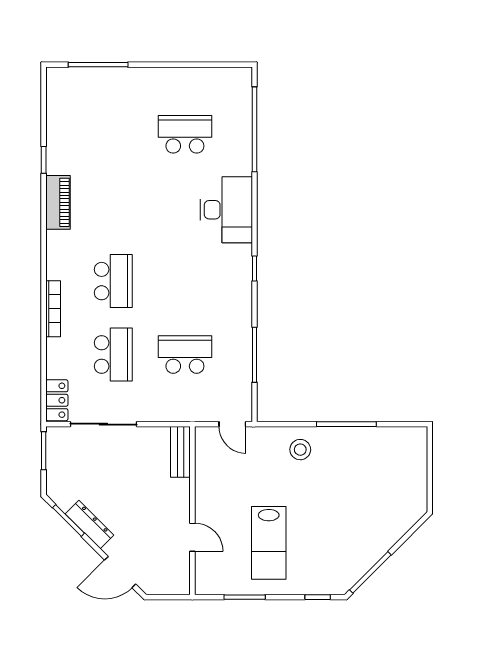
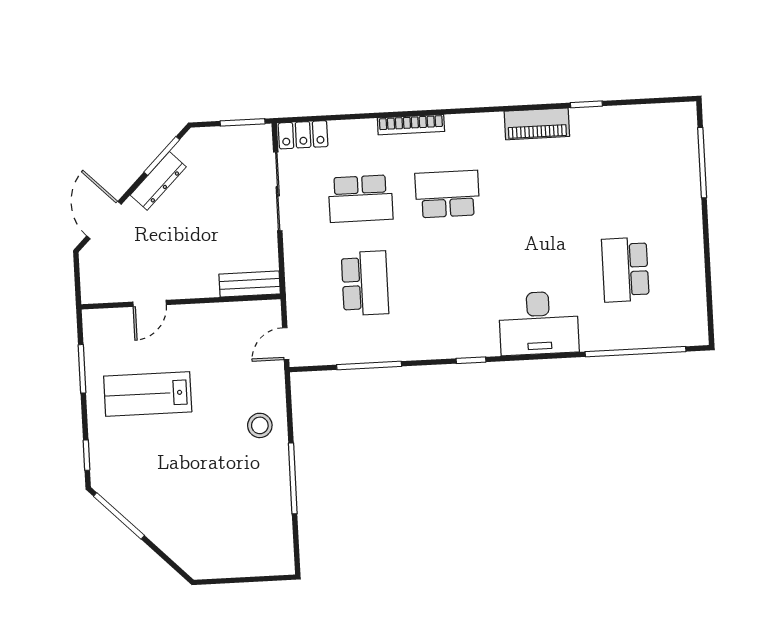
school desk: (185, 134) -> (625, 270), turned 180
school desk: (113, 281) -> (447, 194), turned 180

